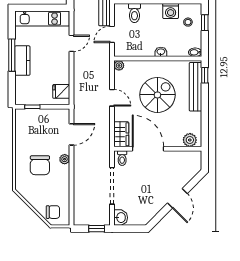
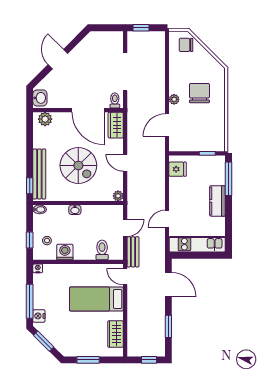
window: (12, 55) -> (228, 179), moved
spiral stairs: (157, 95) -> (78, 165), turned -90
washbasin: (121, 218) -> (40, 98), moved, turned 180

